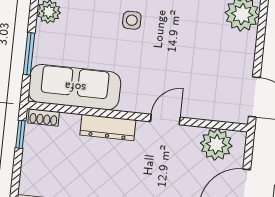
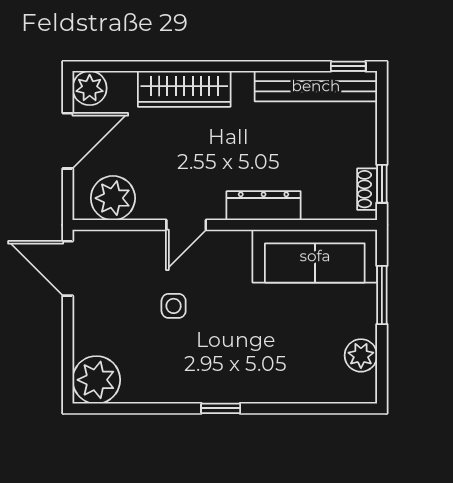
side table: (132, 20) -> (174, 306), moved
shoe rack: (44, 117) -> (367, 189), moved, turned -90

